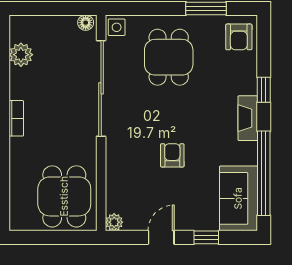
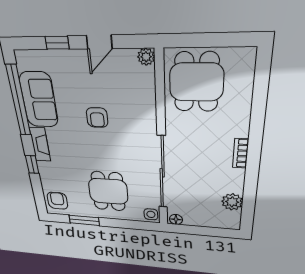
sofa: (238, 198) -> (39, 100), moved

